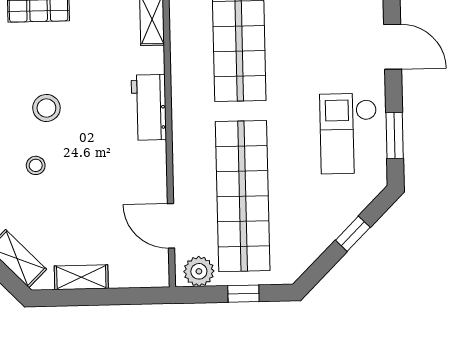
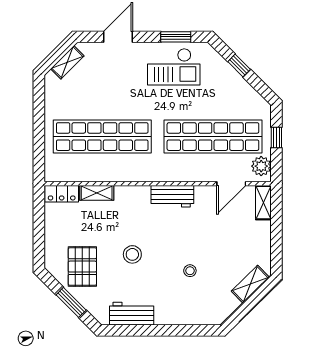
workbench: (149, 107) -> (172, 196), moved
stool: (46, 108) -> (132, 254), moved
shelving: (81, 277) -> (263, 203), moved

